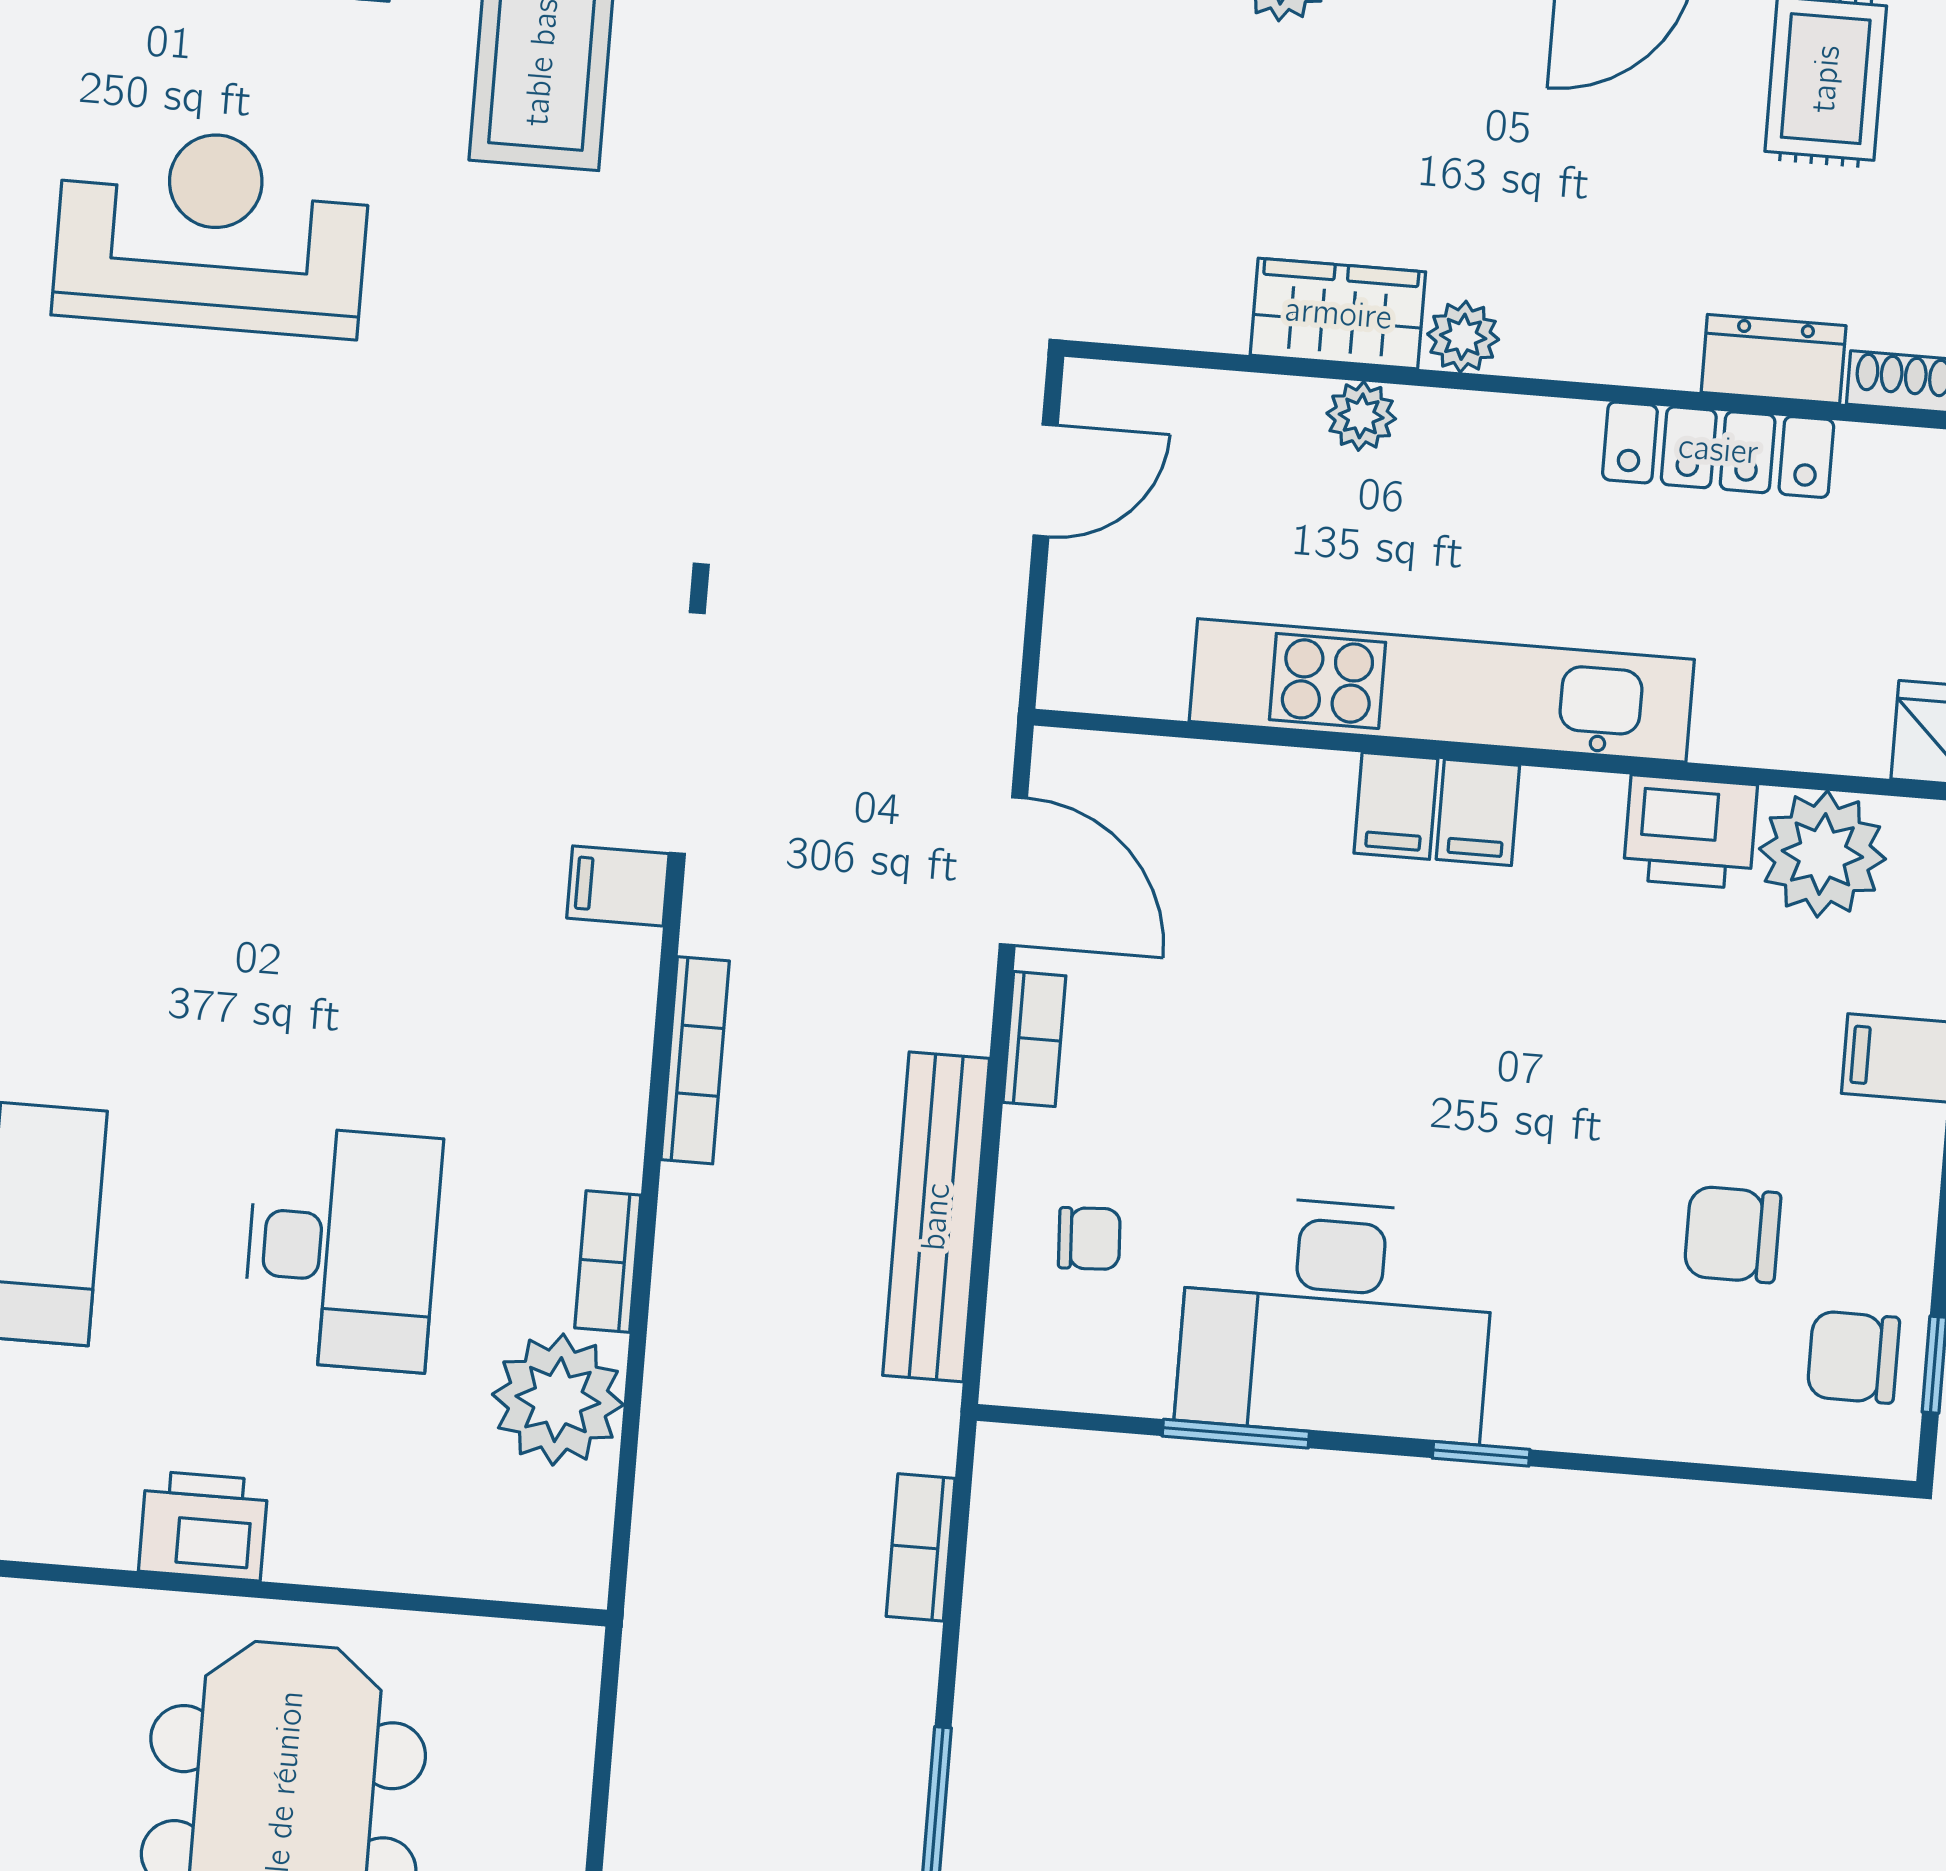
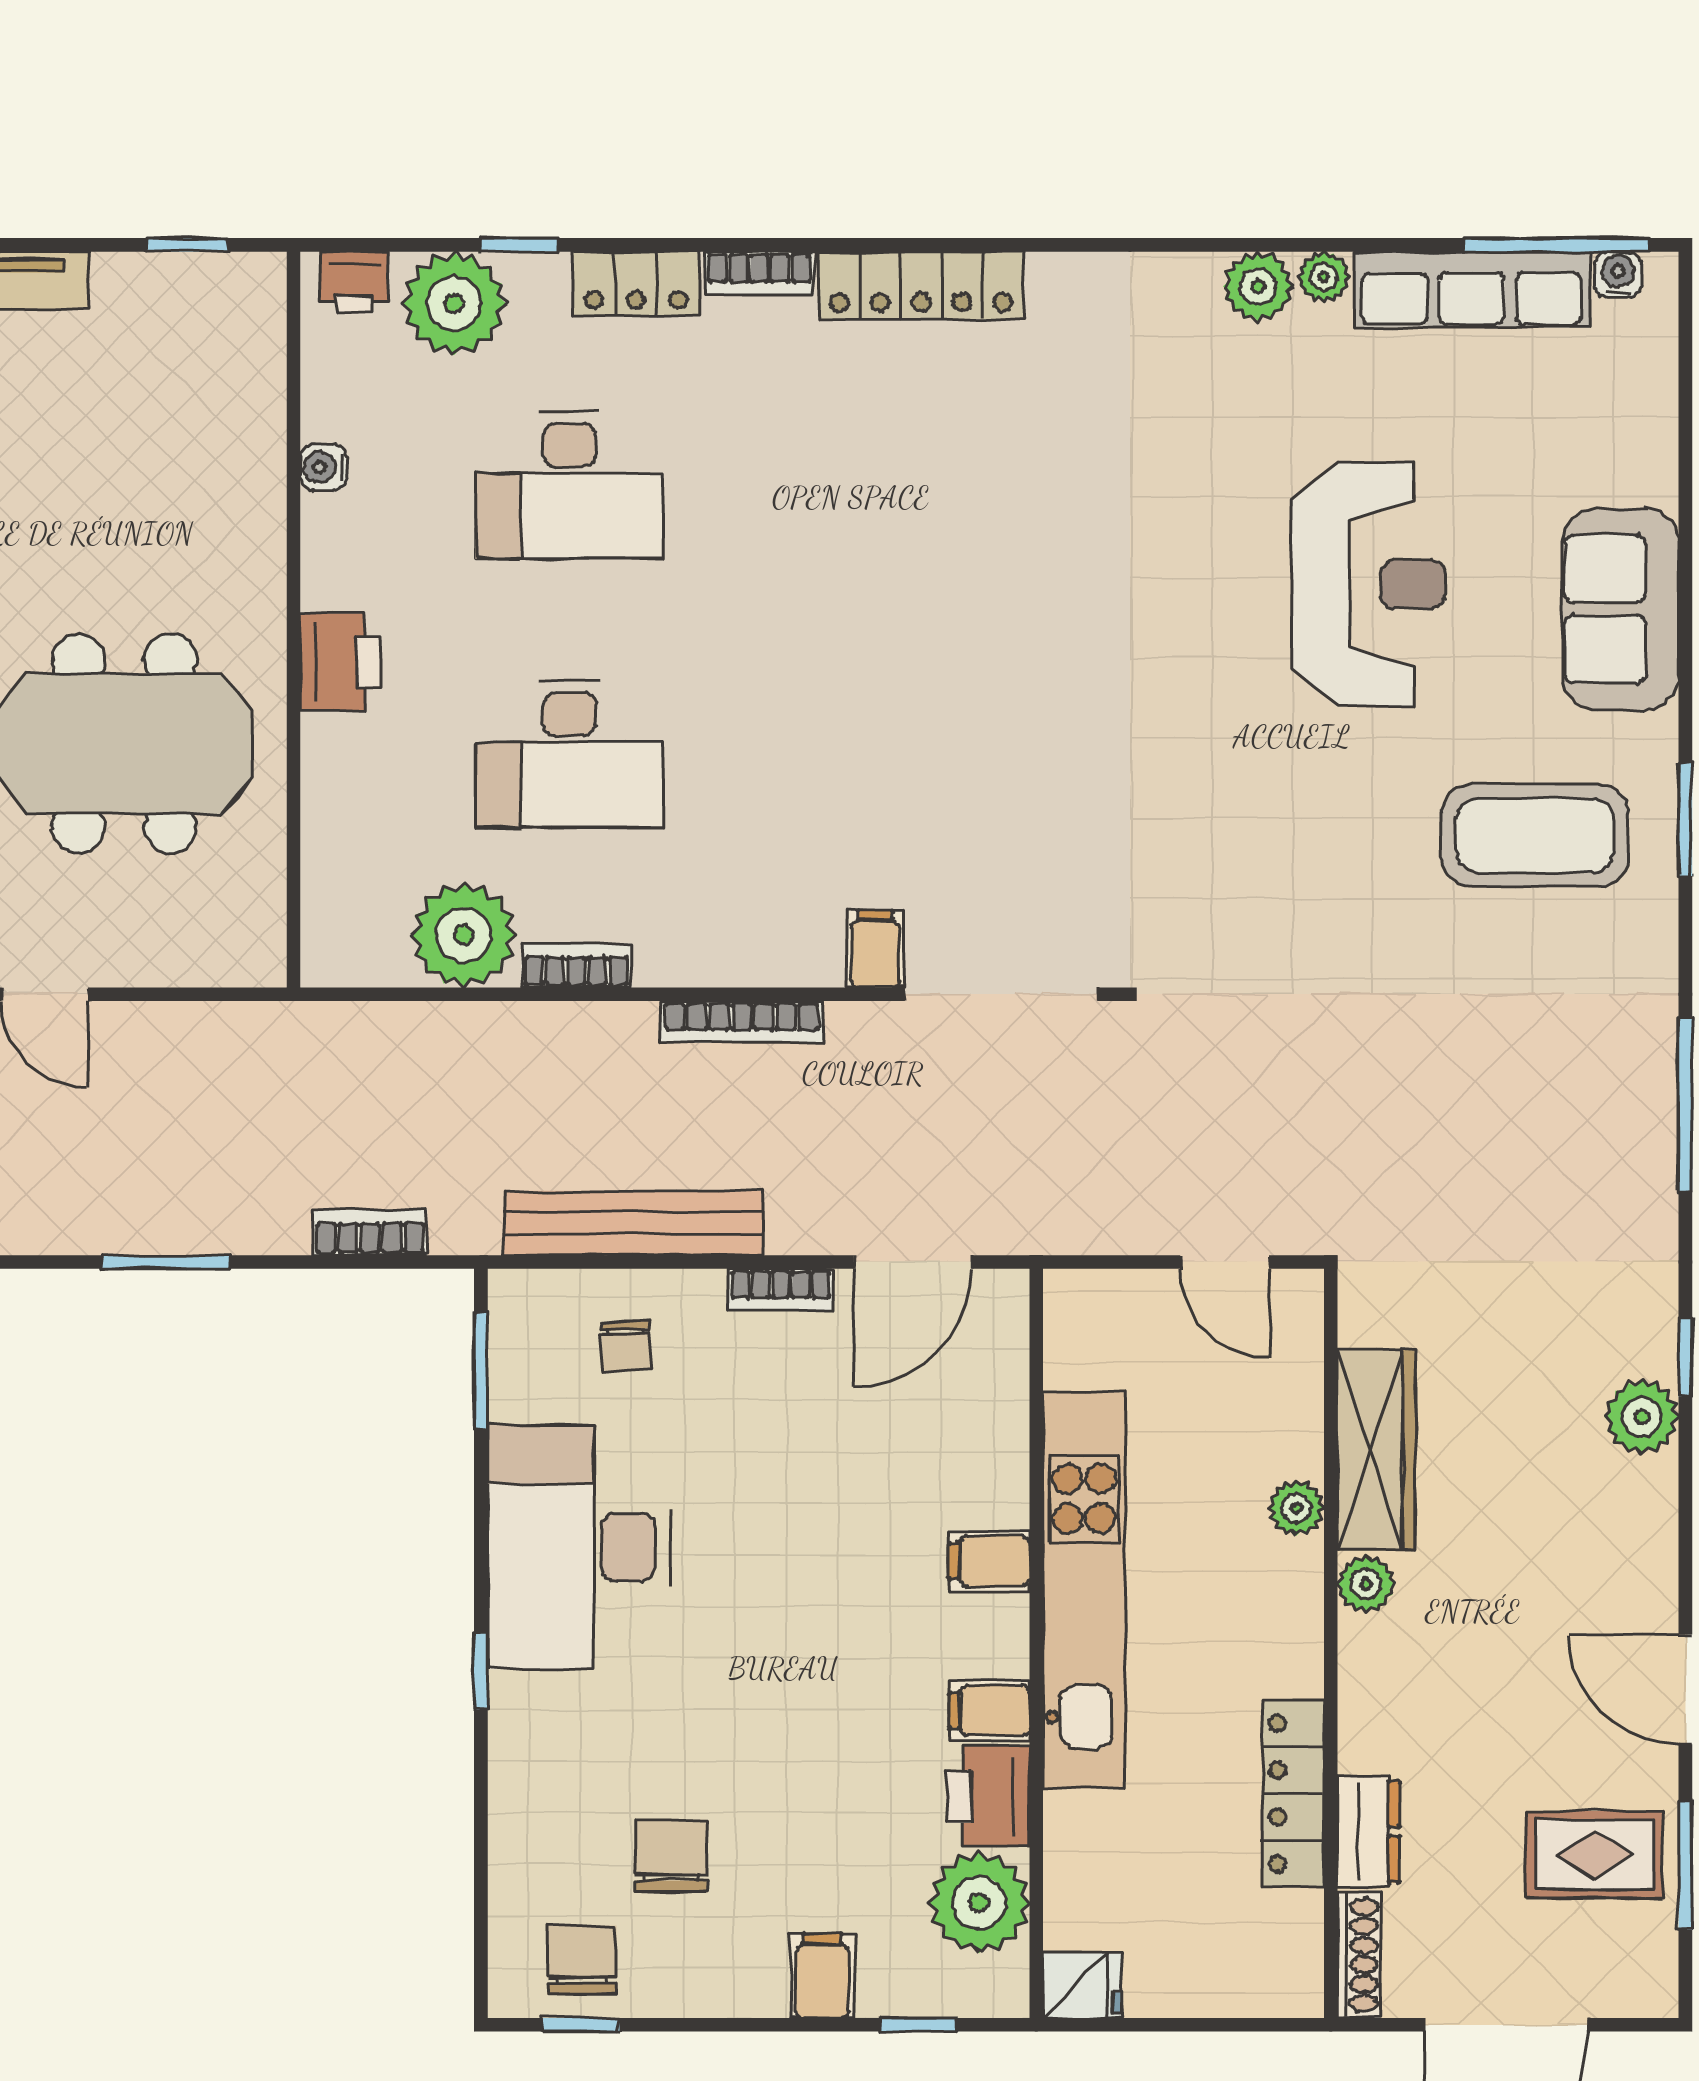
wardrobe: (1338, 314) -> (1376, 1450), width x1.50
filing cabinet: (1478, 812) -> (990, 1710), moved
window: (1236, 1434) -> (481, 1371), moved

